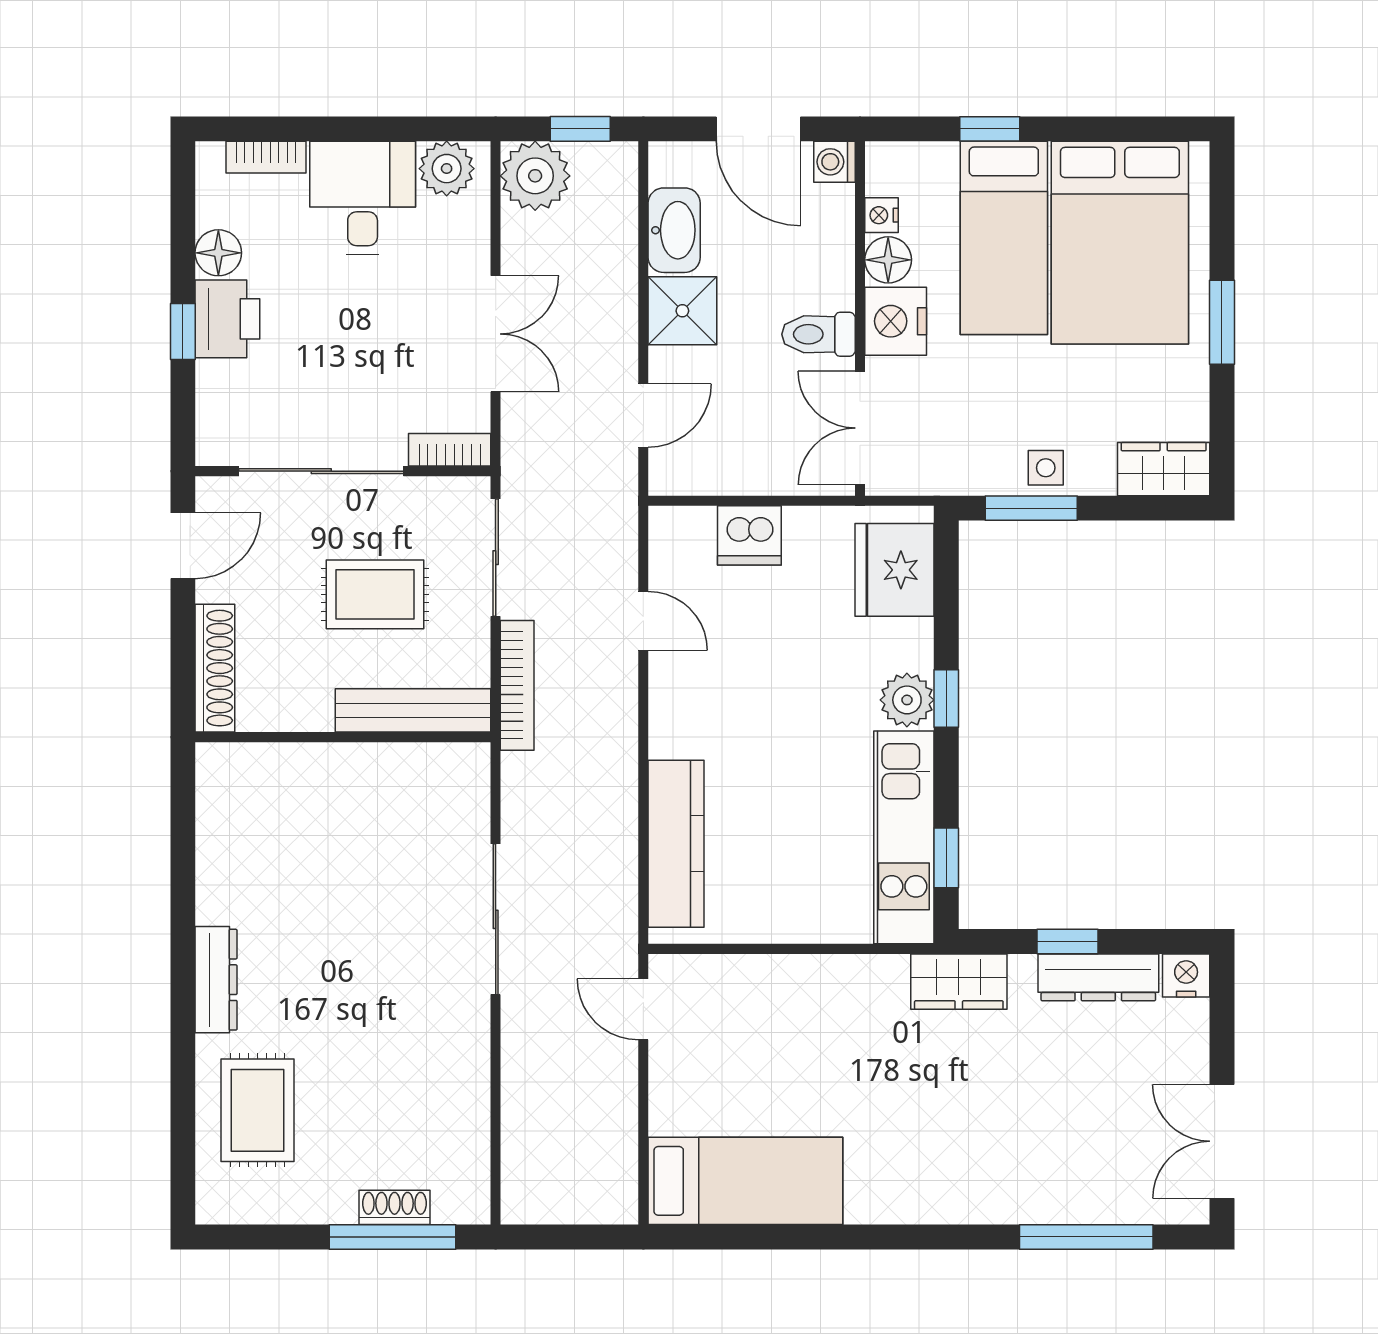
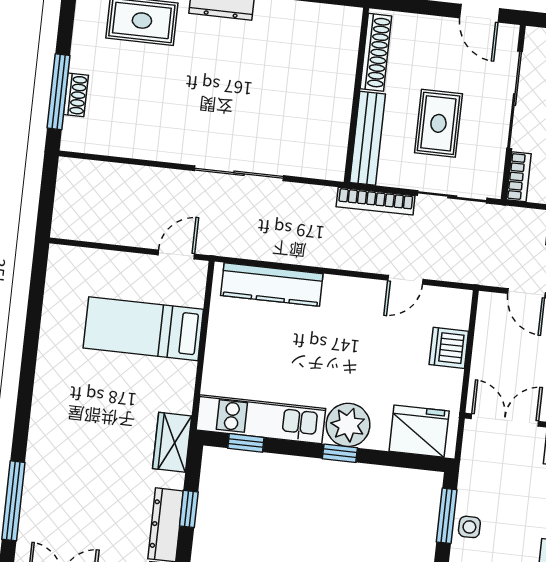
shoe rack: (215, 668) -> (376, 52), moved, turned -90
plant: (907, 700) -> (348, 425), width x1.36, depth x1.36
bed: (745, 1181) -> (143, 329), moved, turned 90

